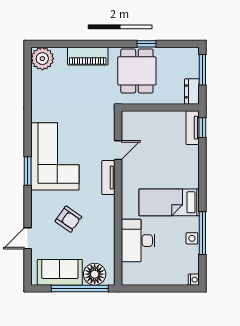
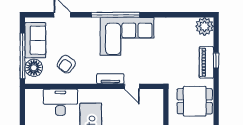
window: (146, 44) -> (216, 60), moved
window: (28, 171) -> (115, 15), width x2.11
armchair: (68, 219) -> (66, 64), moved

